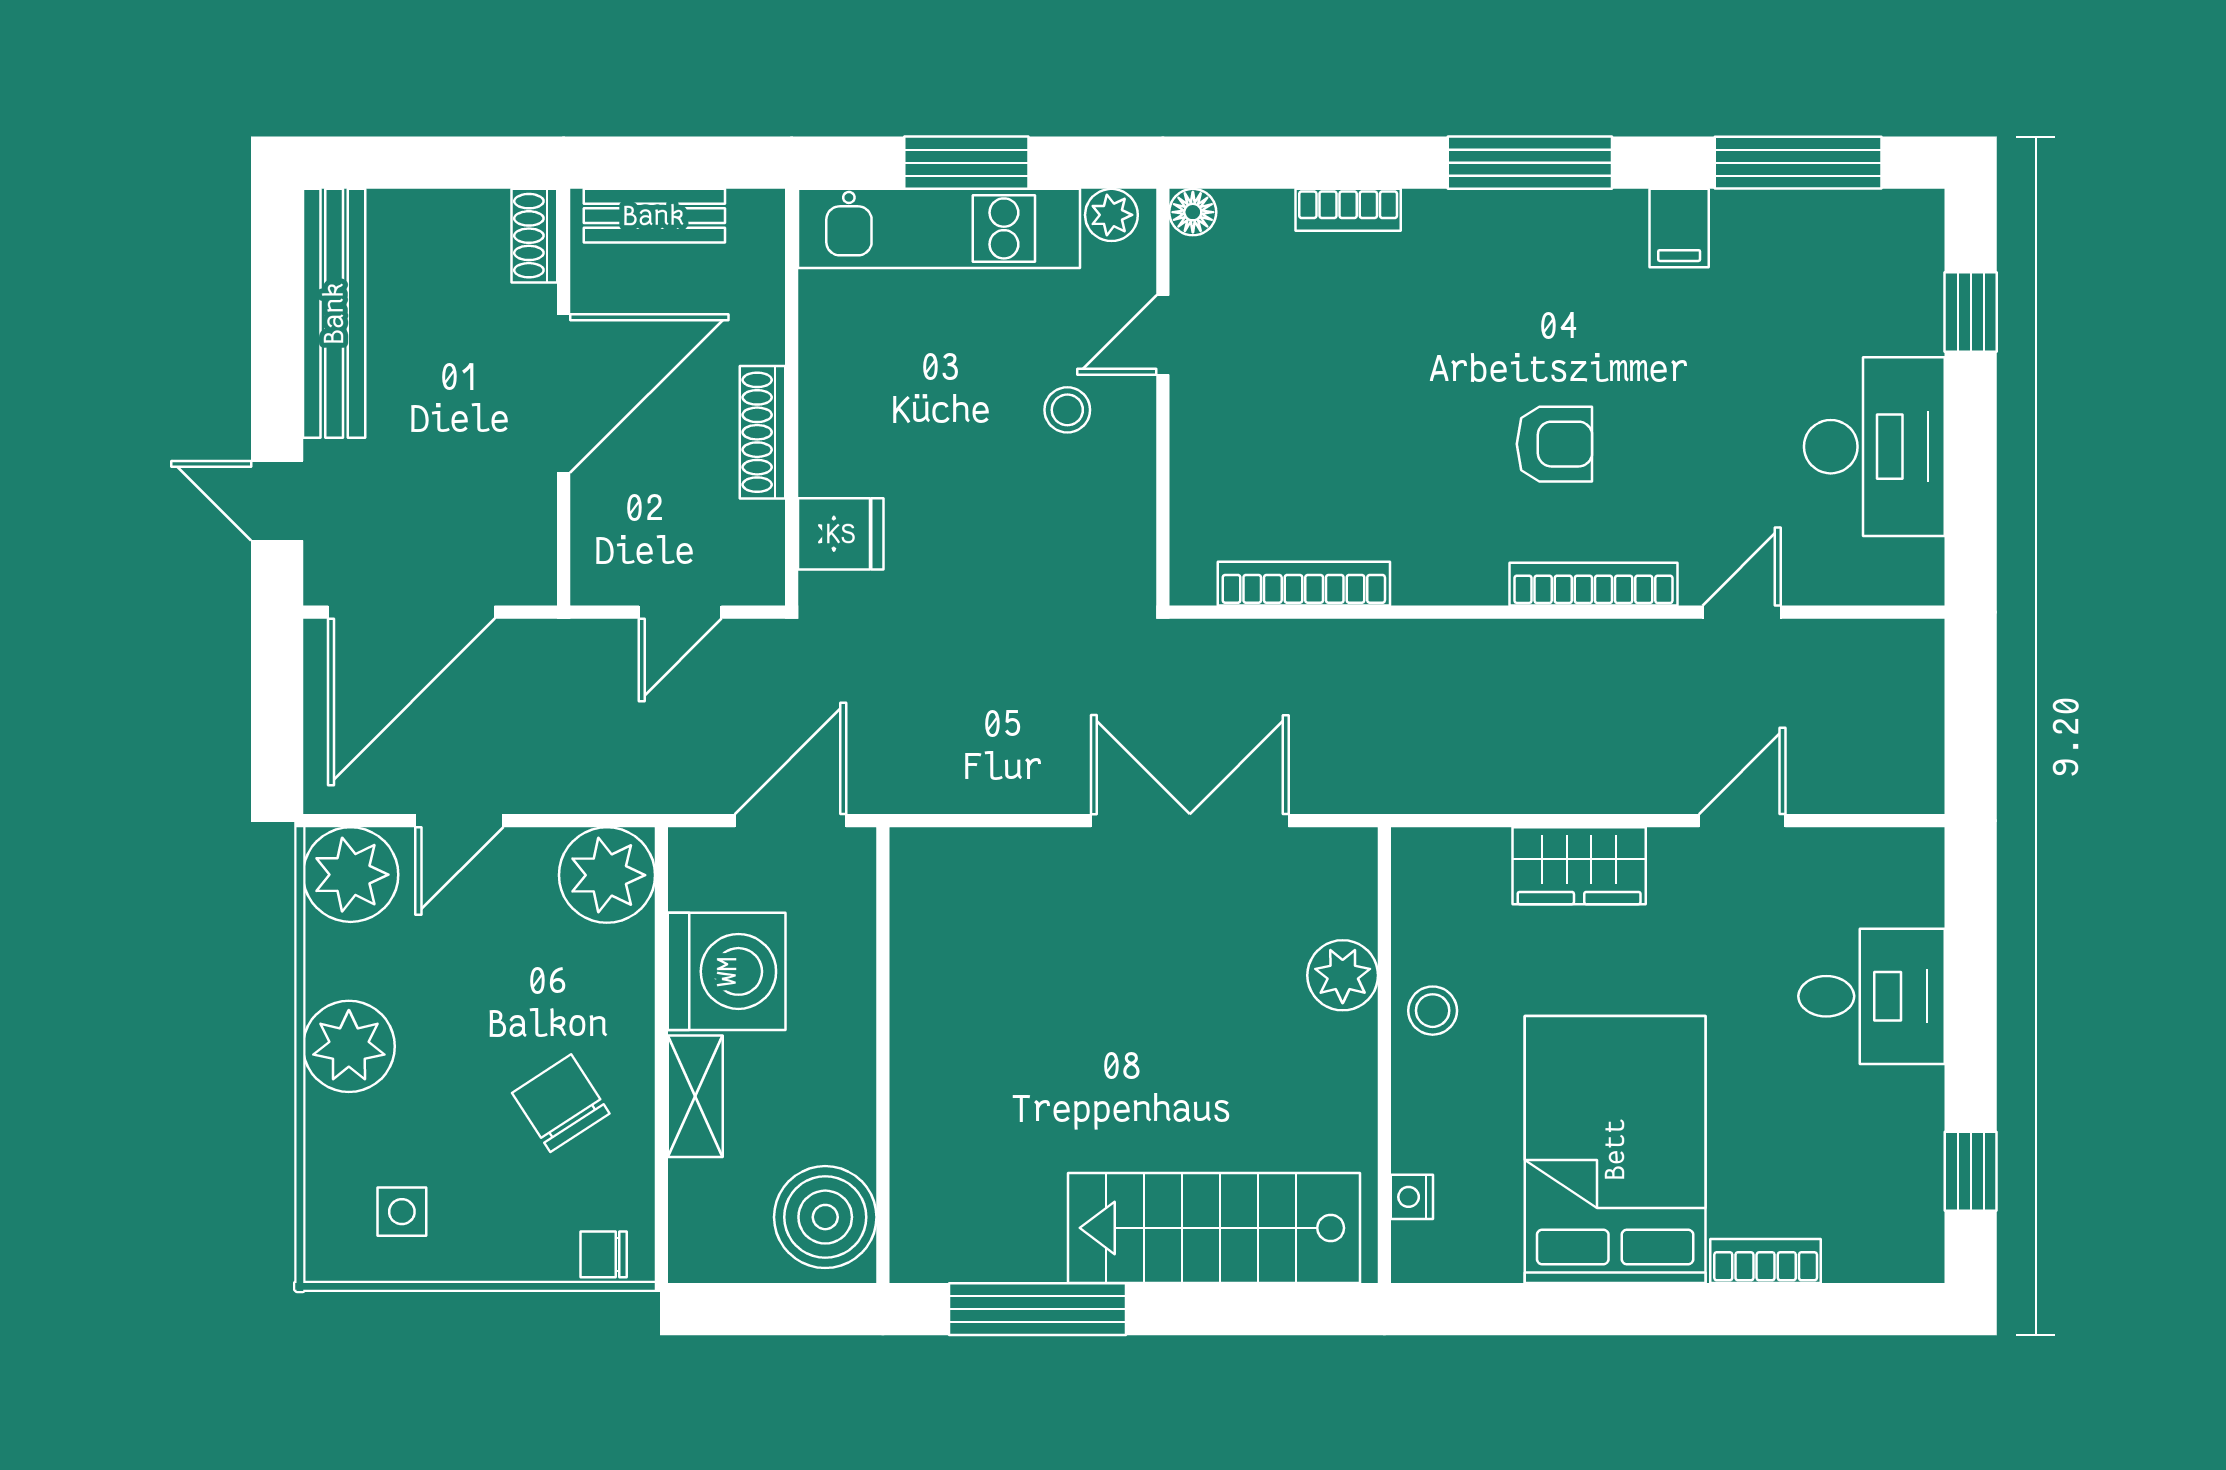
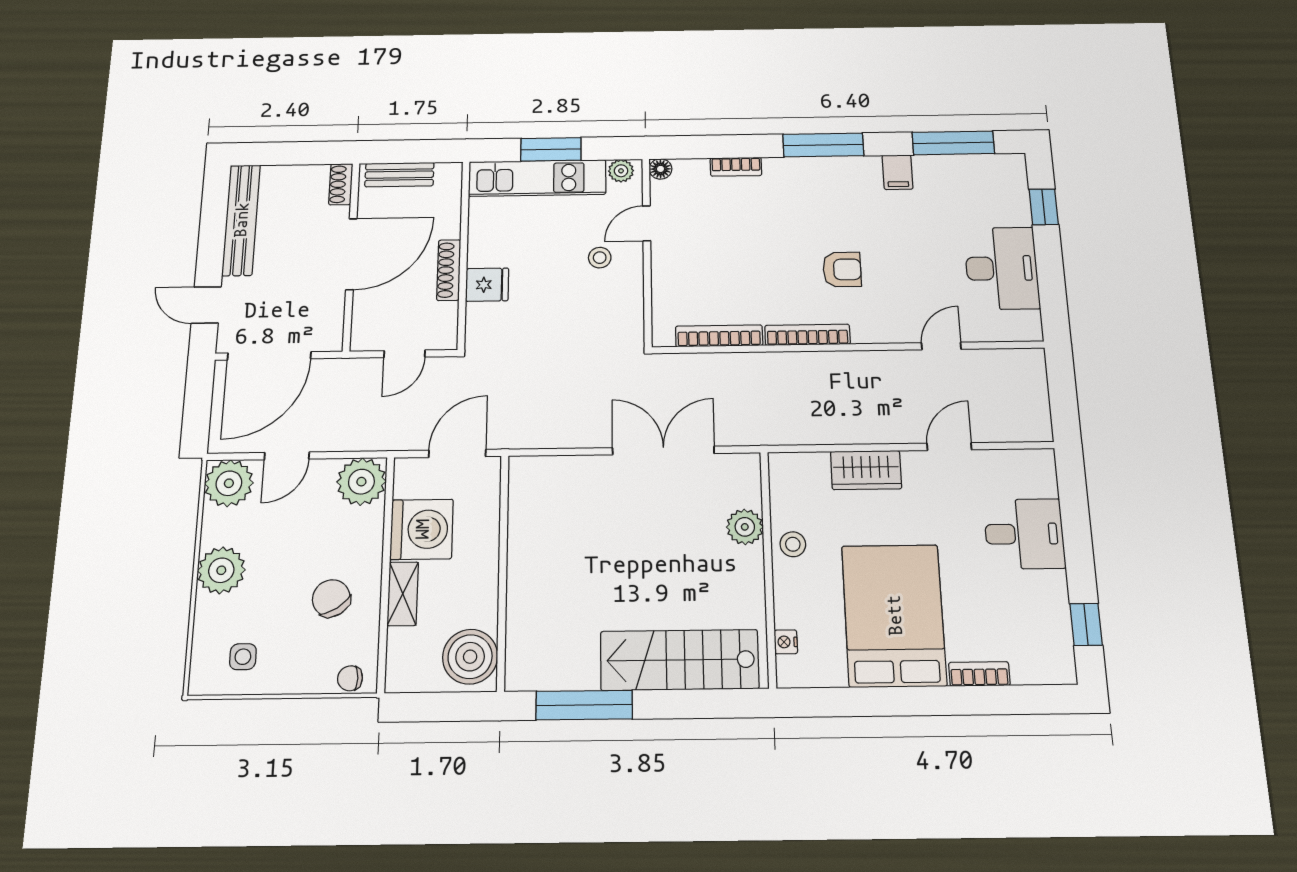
fridge: (841, 534) -> (487, 285), moved
bookcase: (1593, 584) -> (807, 335), moved

